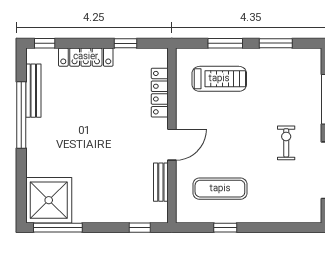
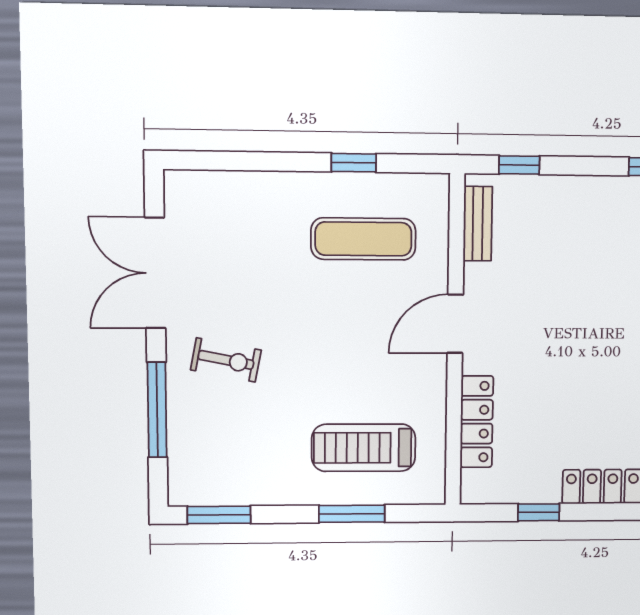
window: (276, 43) -> (219, 515), moved
exercise bike: (286, 143) -> (226, 360), moved, turned -79
bench: (161, 182) -> (478, 224), moved

